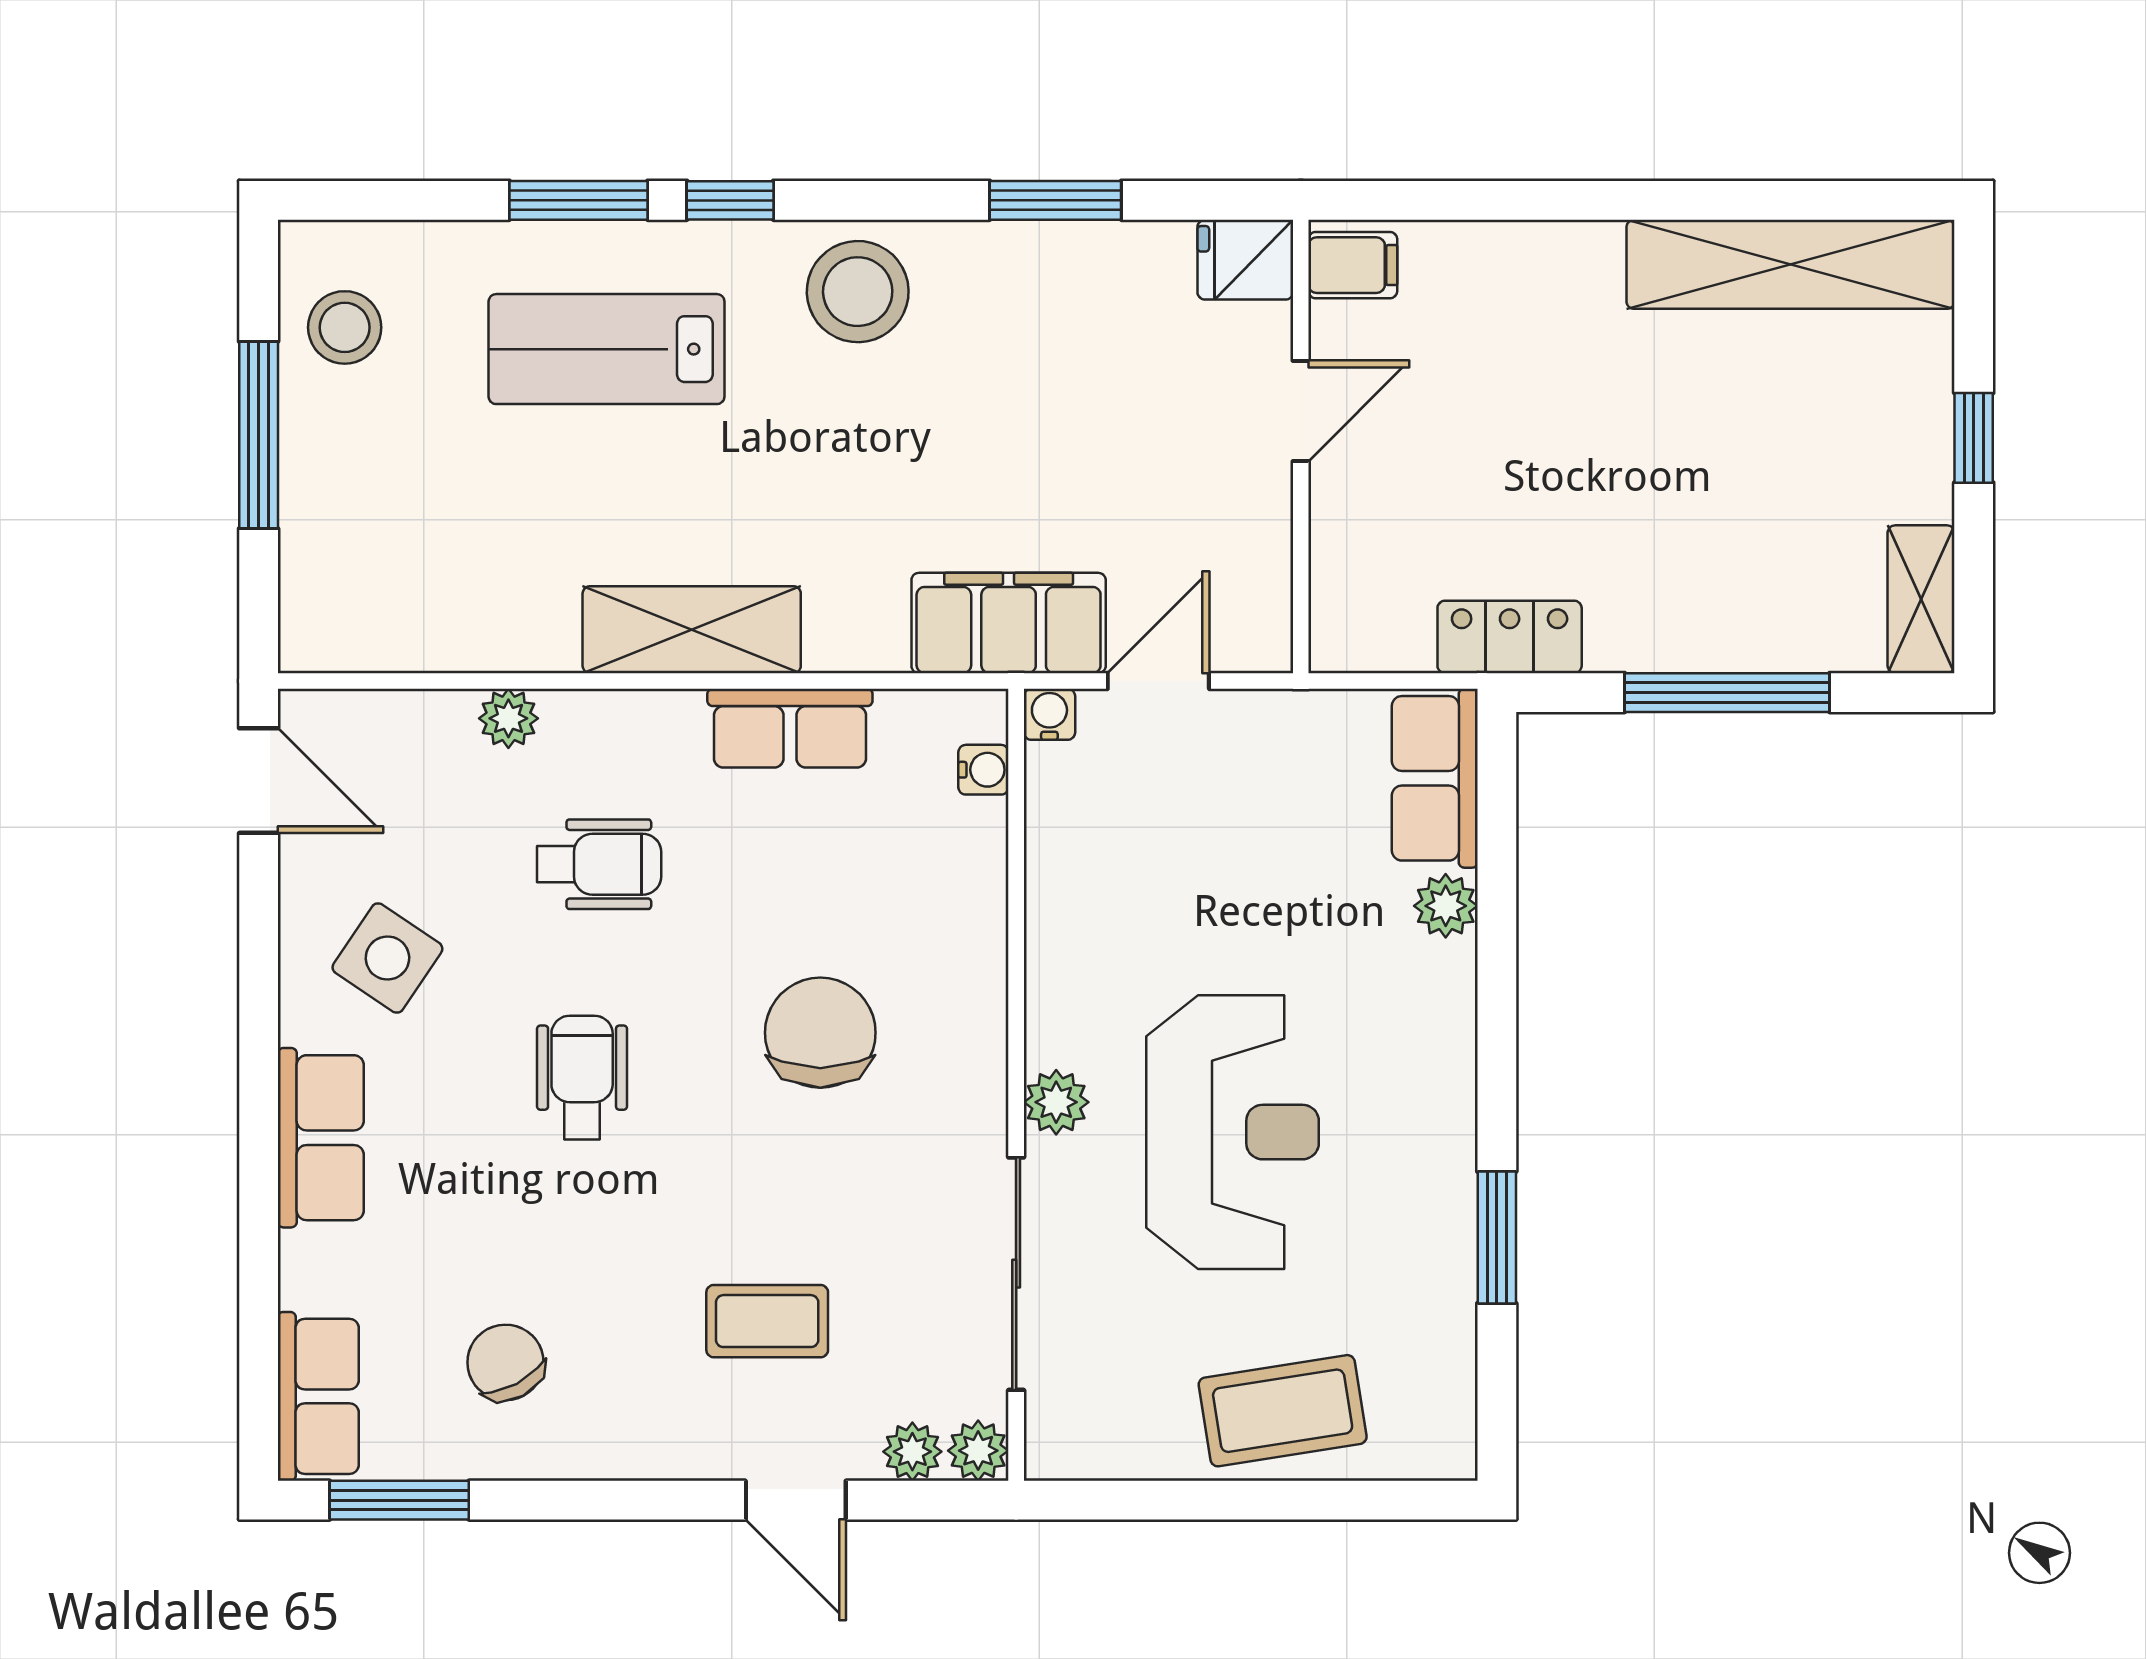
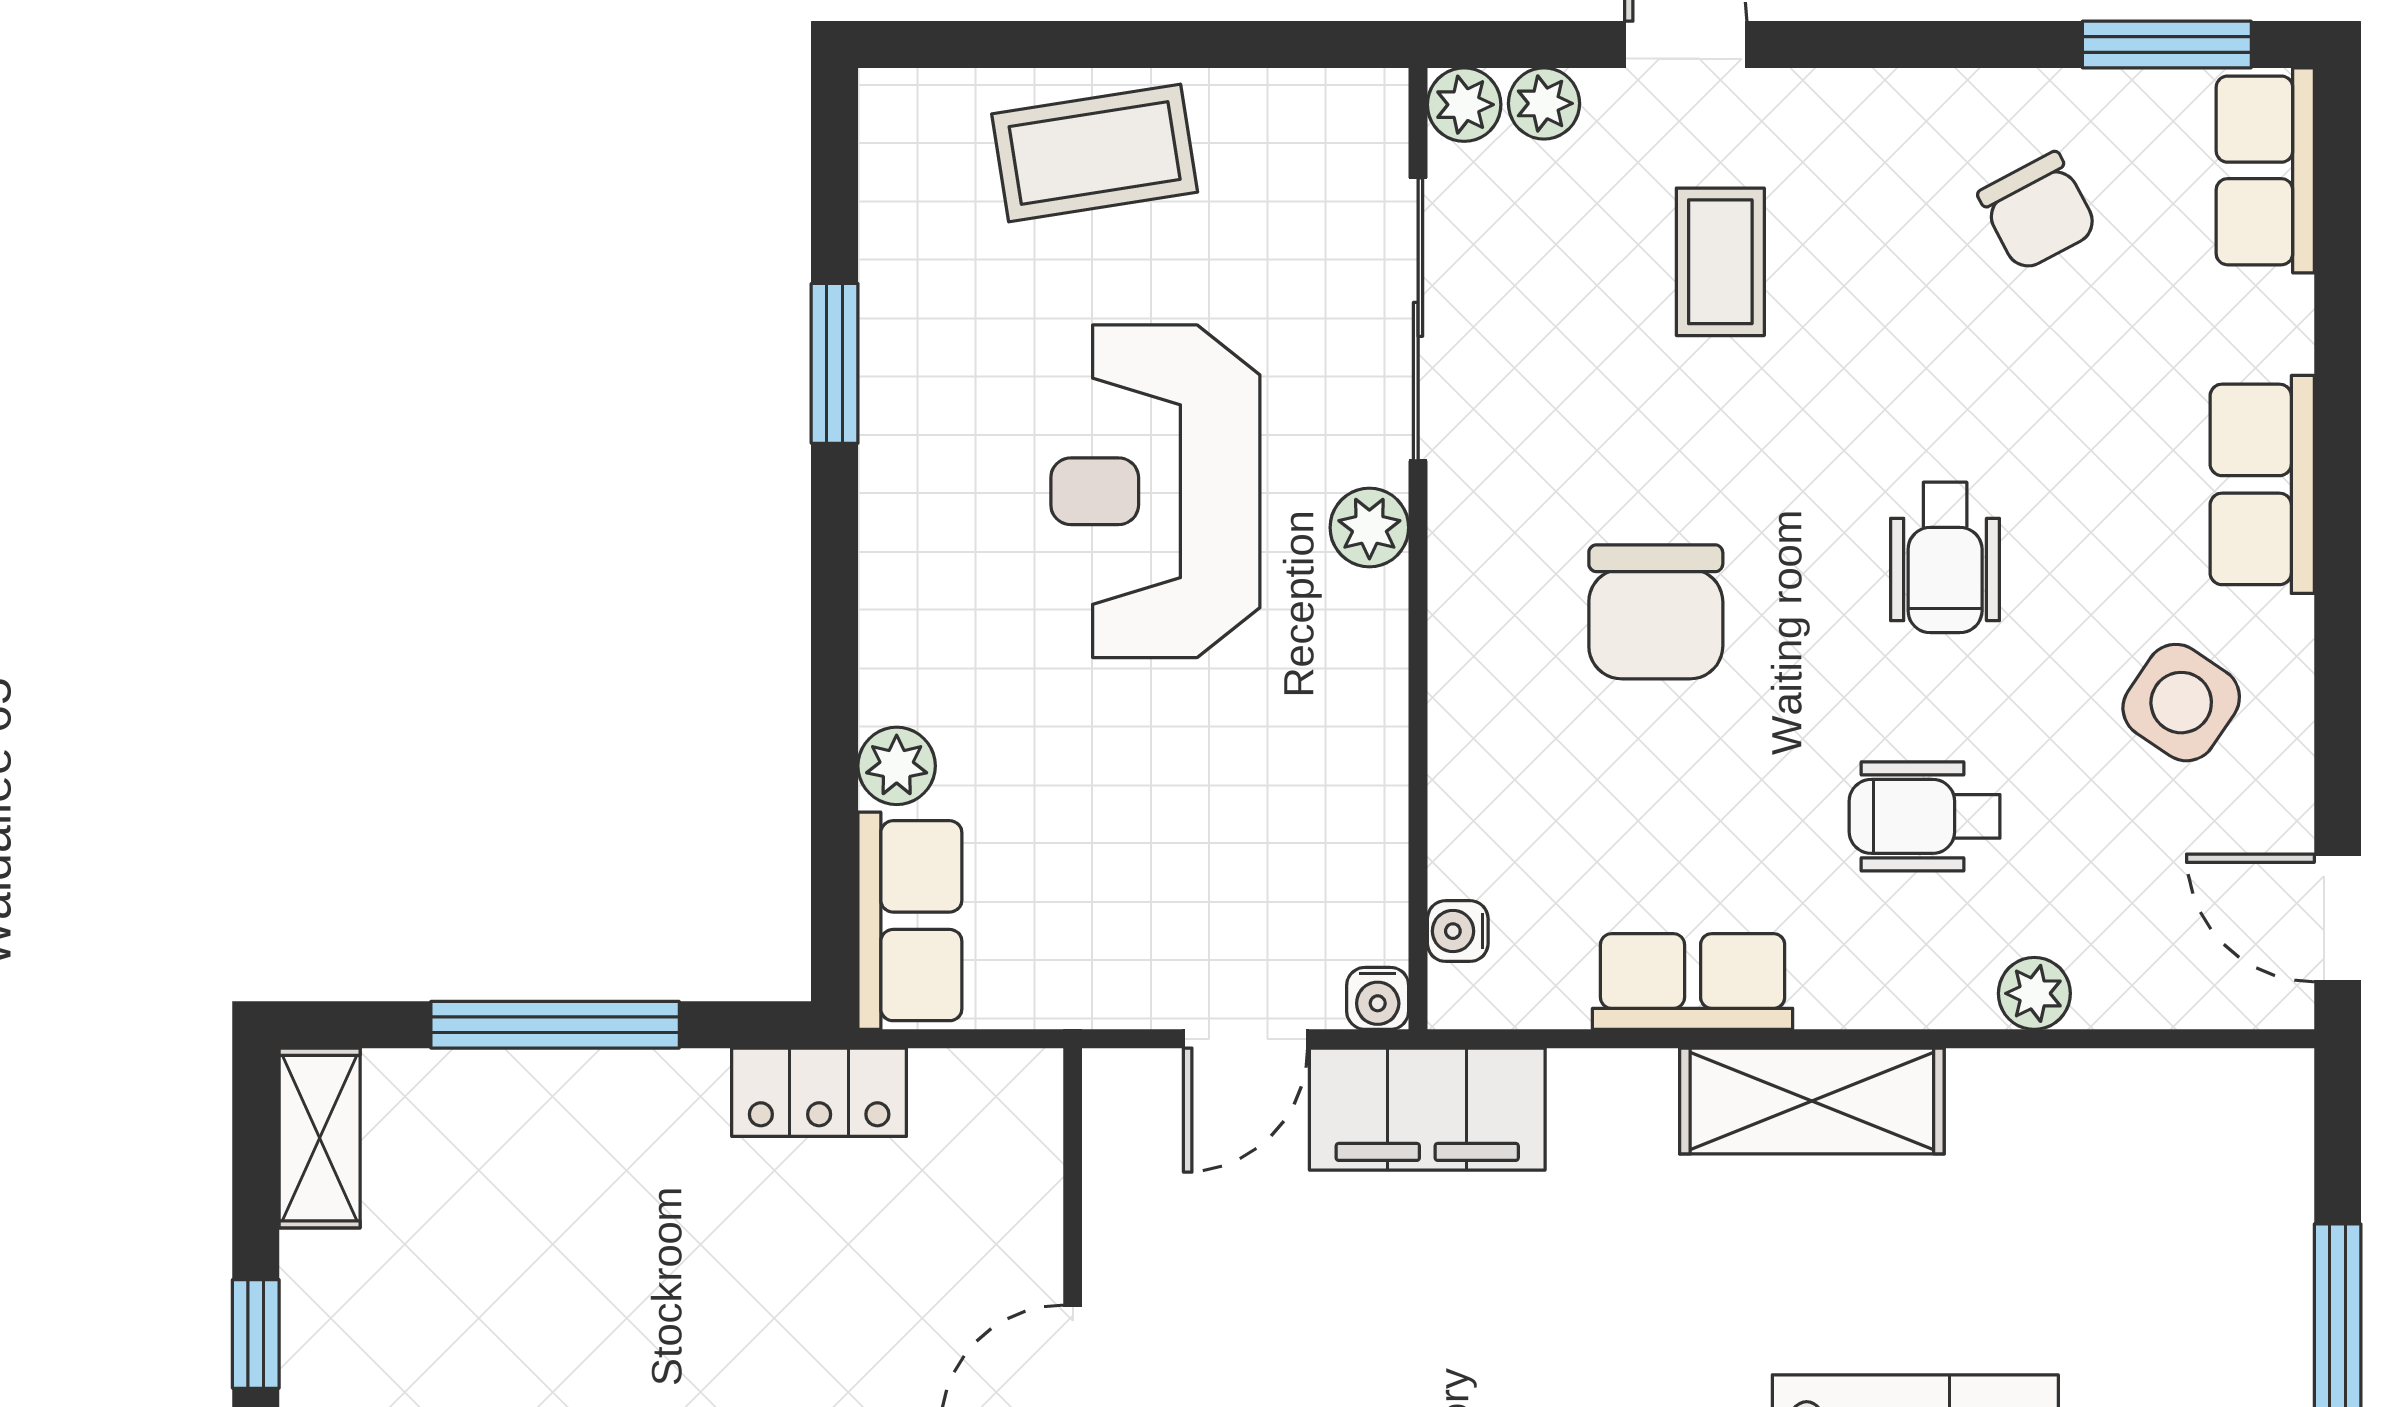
coffee table: (767, 1321) -> (1720, 262), turned 90

